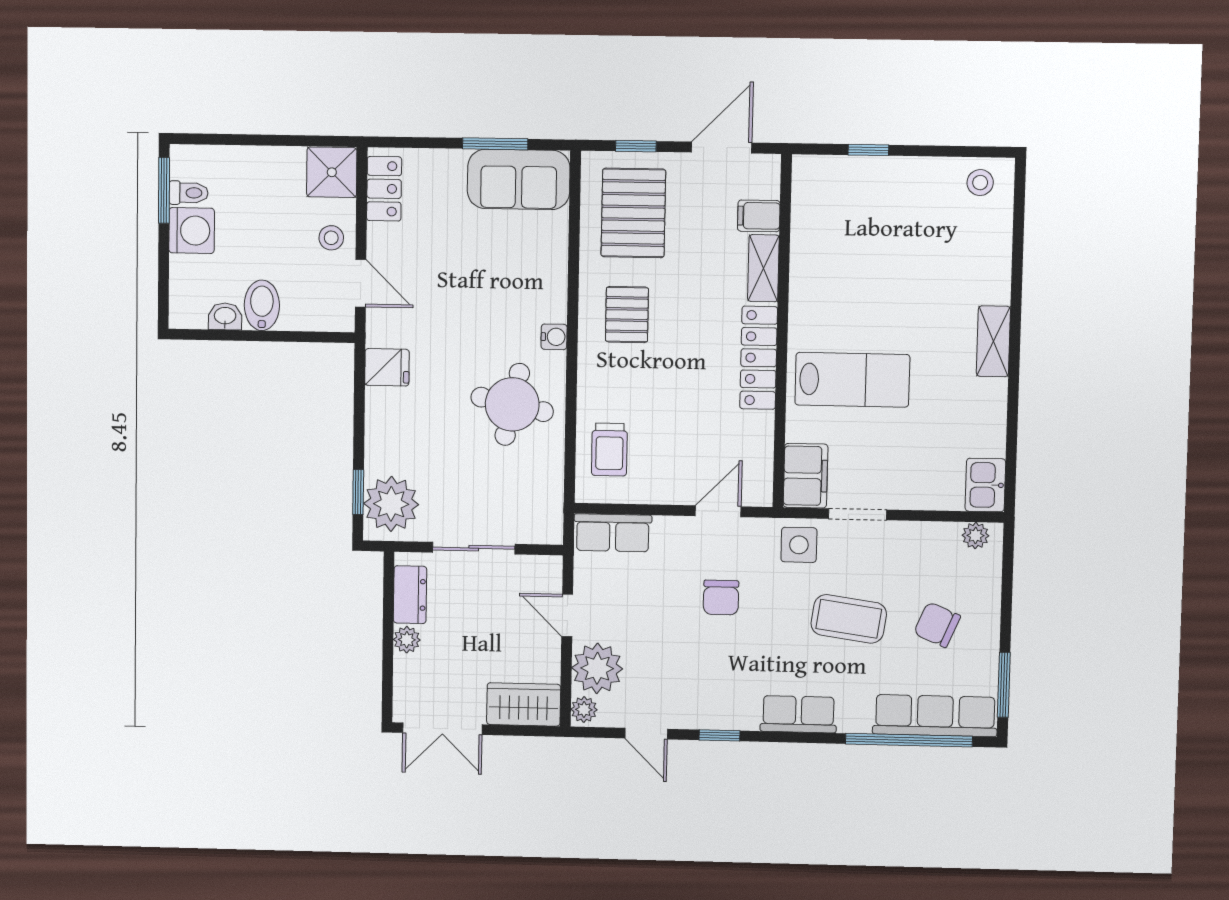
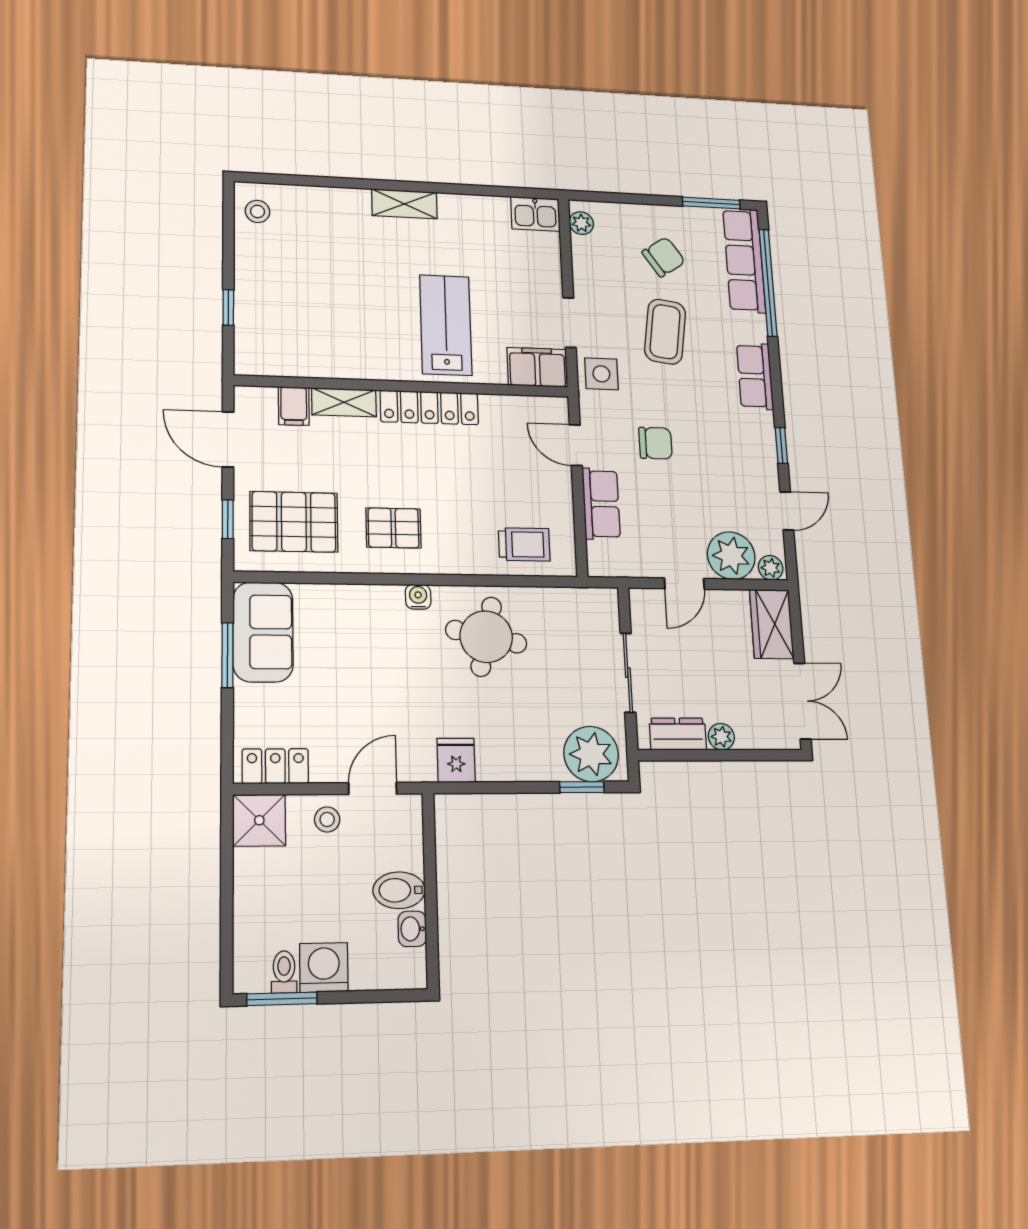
row of seats: (613, 533) -> (601, 504), moved
chair: (937, 625) -> (664, 257), turned -147

